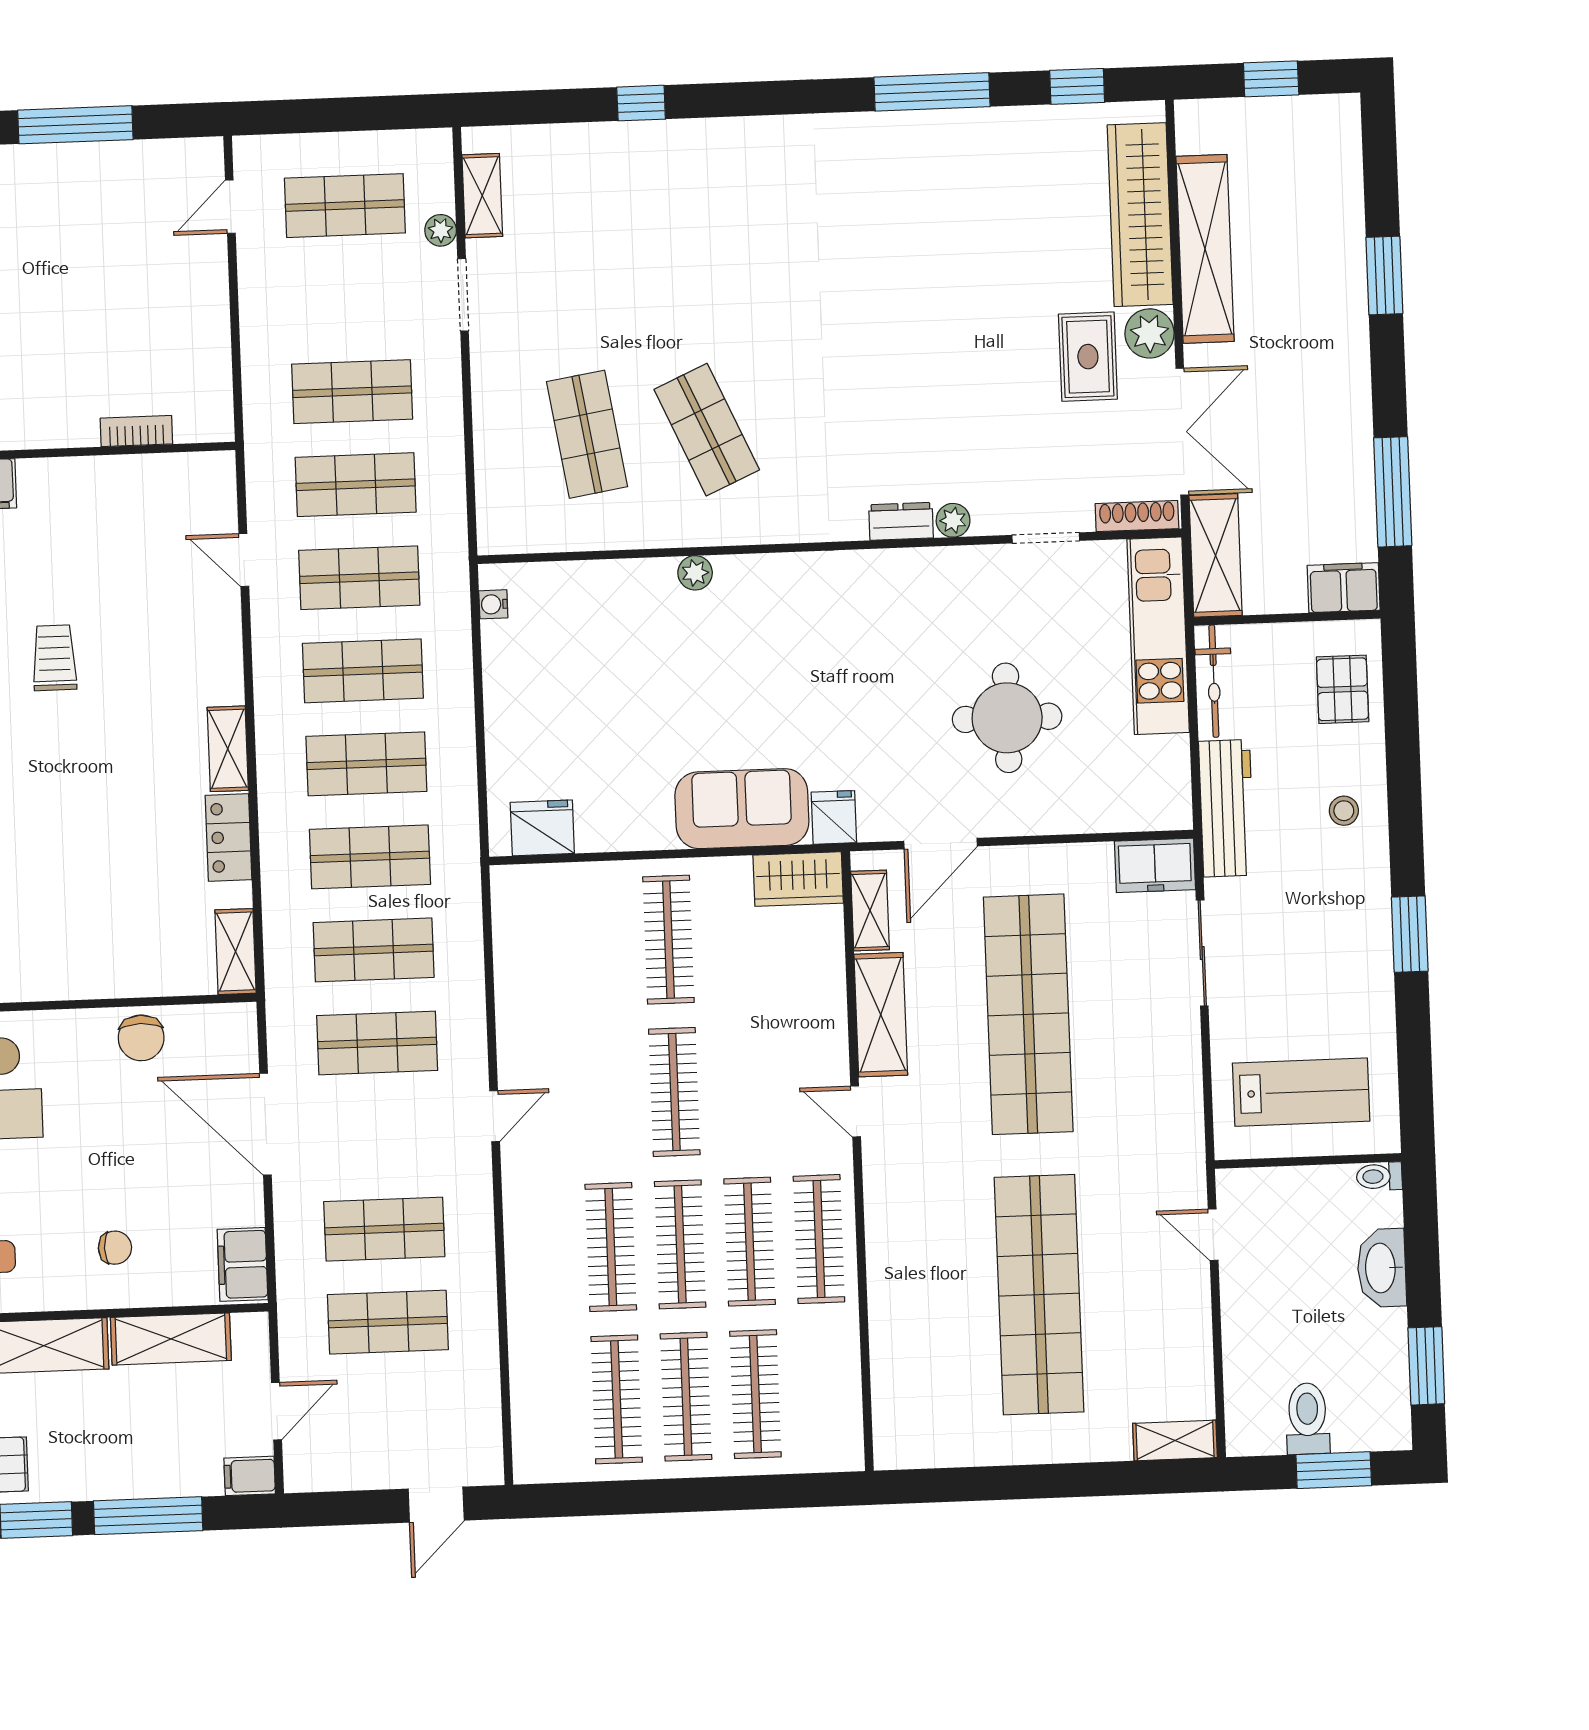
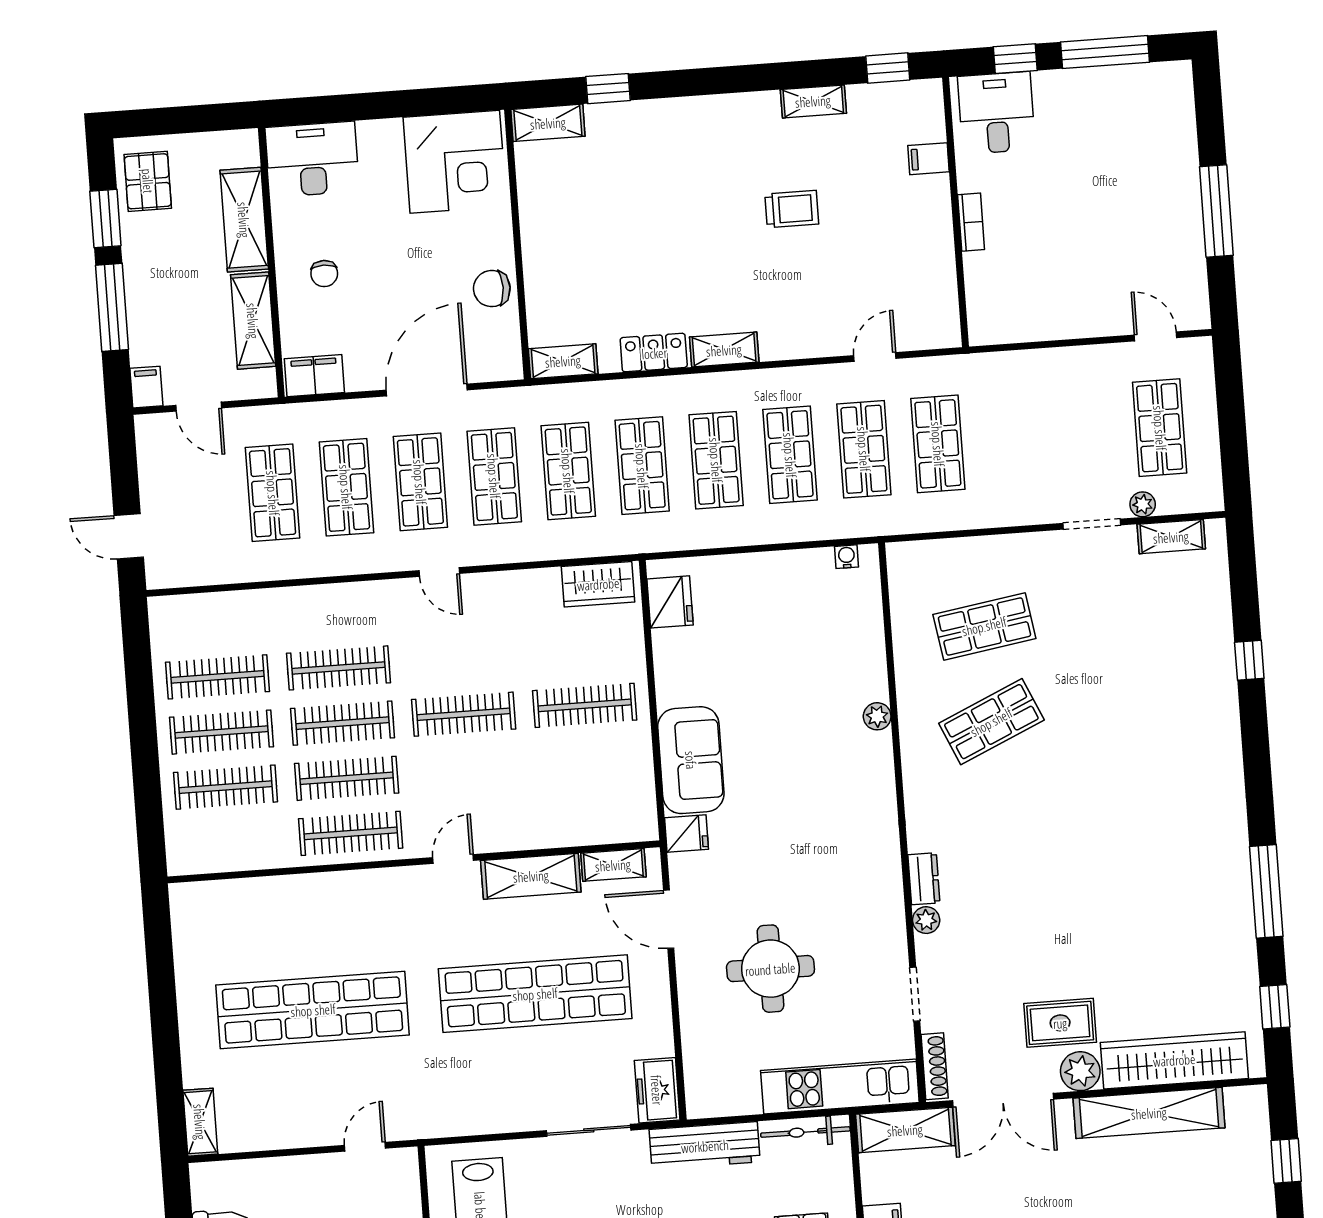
shop shelf: (352, 392) -> (420, 482), moved
bookcase: (136, 431) -> (971, 222), moved
wardrobe: (798, 879) -> (598, 584), moved, turned -90

